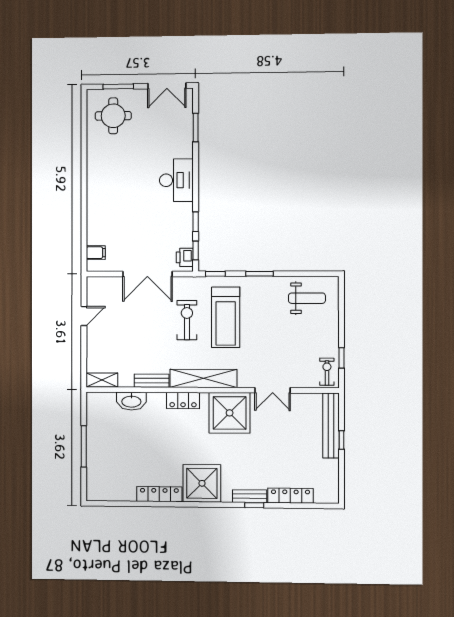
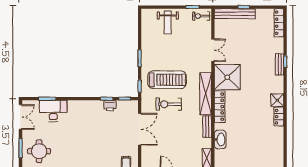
desk: (176, 180) -> (53, 111), moved
printer: (185, 257) -> (110, 106), moved
weight bench: (307, 298) -> (168, 22), moved, turned 180
locker: (183, 401) -> (220, 107), width x1.53
shower: (202, 483) -> (277, 100), width x0.54, depth x0.54
locker: (159, 494) -> (279, 117), width x0.66
locker: (290, 496) -> (279, 23), moved

